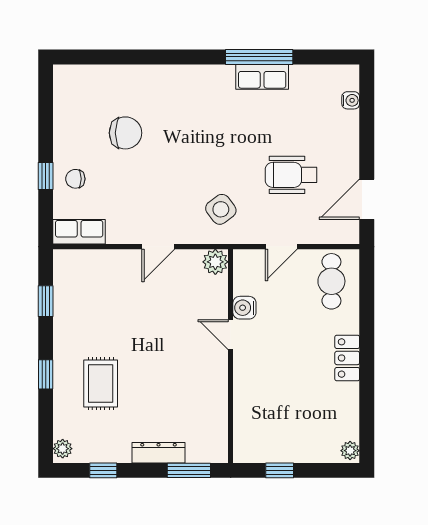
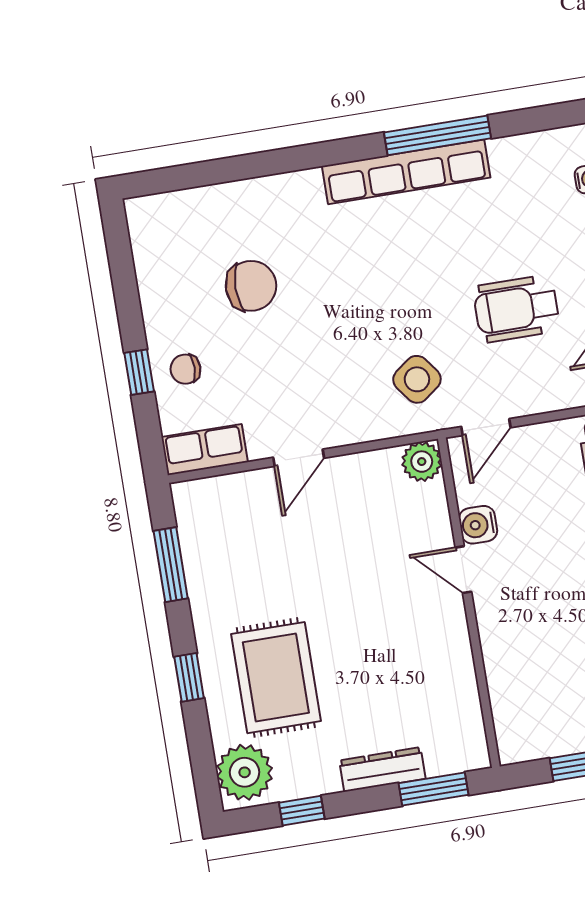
row of seats: (262, 77) -> (406, 172), width x2.02
door: (158, 247) -> (299, 458), moved
door: (281, 247) -> (486, 427), moved
window: (46, 301) -> (171, 565), width x1.50
rug: (101, 383) -> (276, 678), width x1.36, depth x1.43
plant: (63, 449) -> (245, 772), width x1.88, depth x1.88

